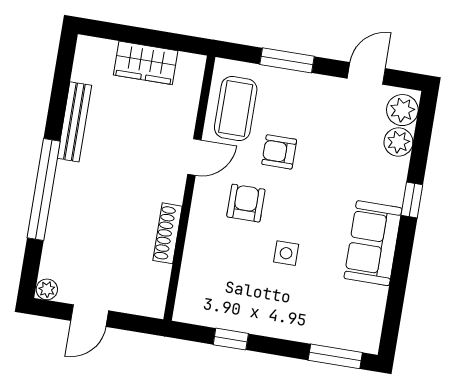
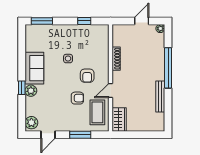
wardrobe: (146, 63) -> (119, 120), moved, turned 90
plant: (398, 142) -> (31, 91), moved

